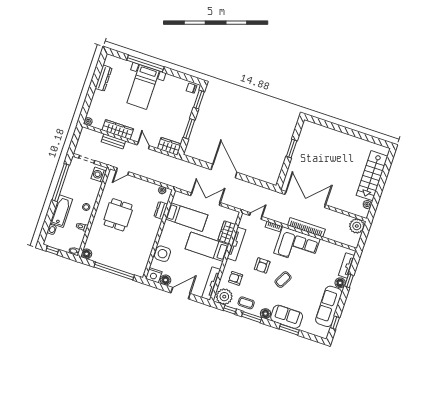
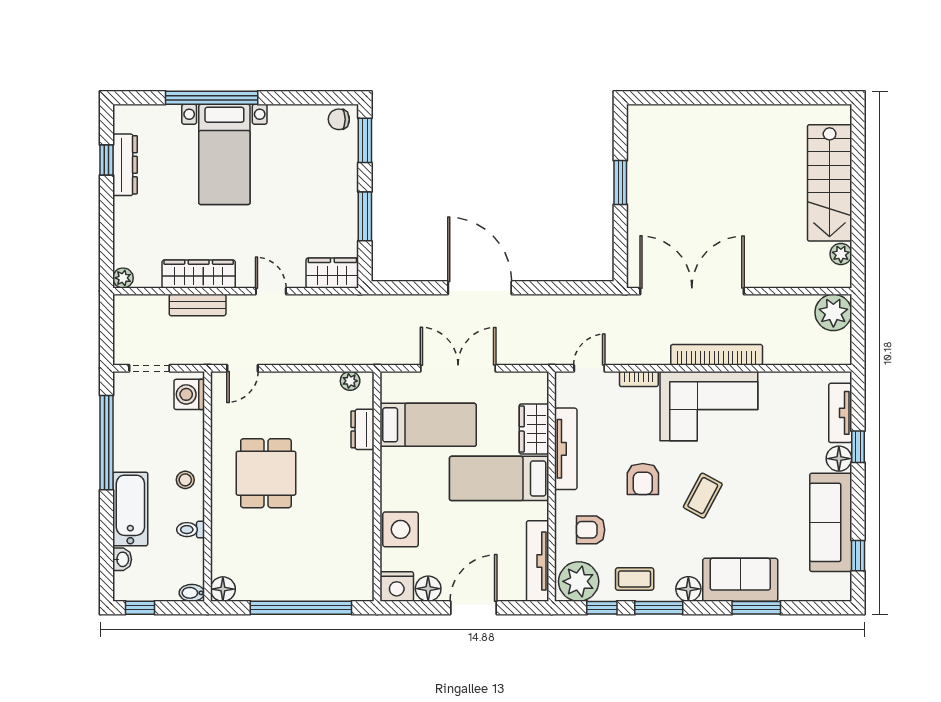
window: (97, 74) -> (107, 160), added

